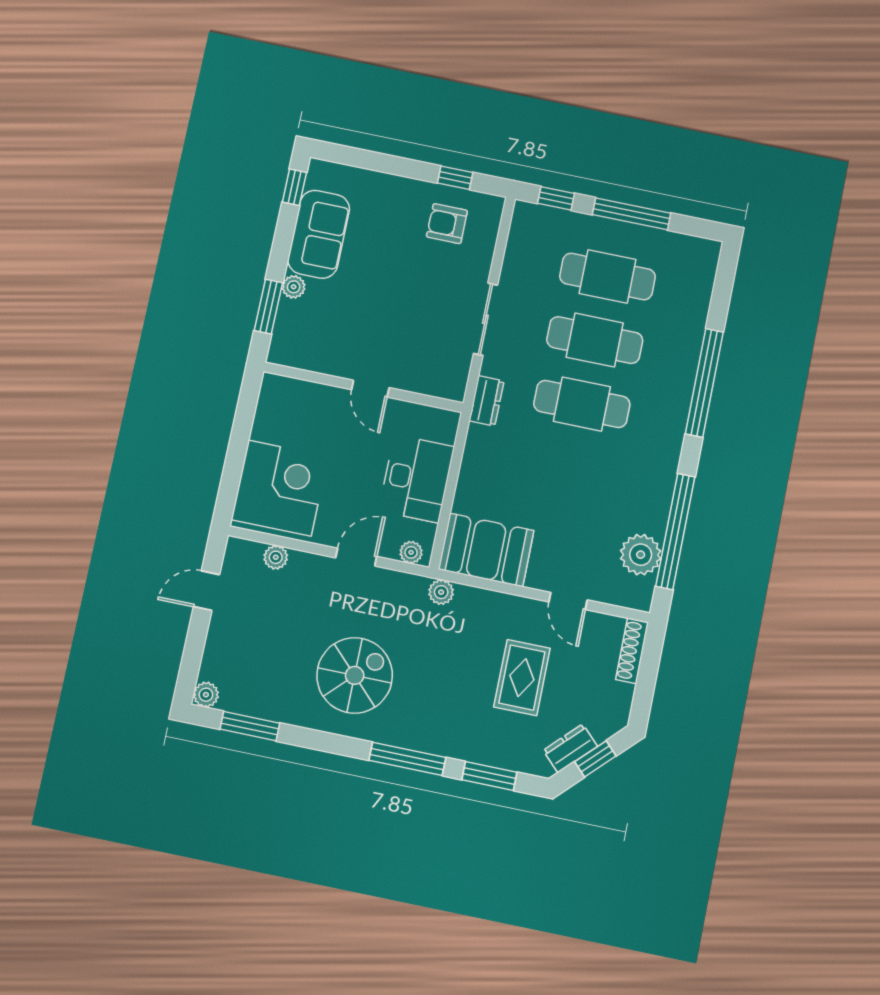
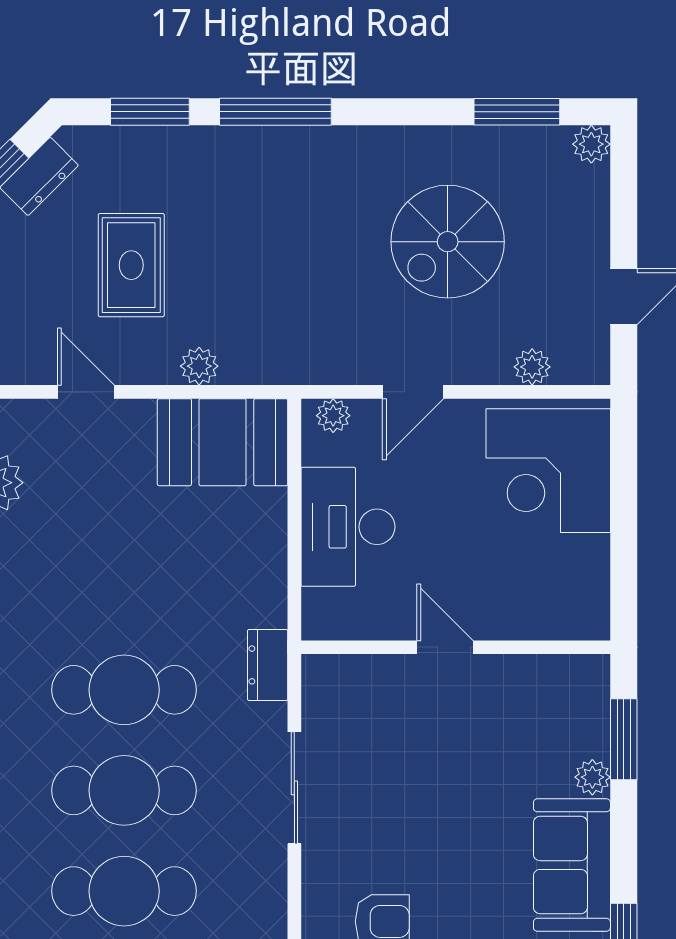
plant: (441, 592) -> (199, 366), moved
spiral stairs: (355, 675) -> (448, 242), moved

